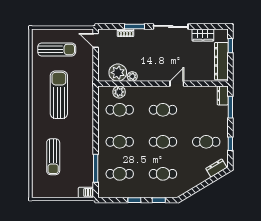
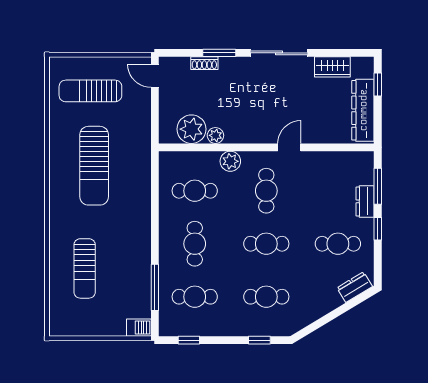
sun lounger: (57, 49) -> (90, 91), turned 180
plant: (119, 92) -> (230, 161), moved
sun lounger: (59, 95) -> (94, 166), turned 180
dresser: (223, 95) -> (365, 201), moved
cafe table: (163, 110) -> (266, 191), turned 90
cafe table: (120, 142) -> (195, 244), turned 90
window: (230, 144) -> (378, 229), moved
window: (134, 200) -> (189, 340), moved

